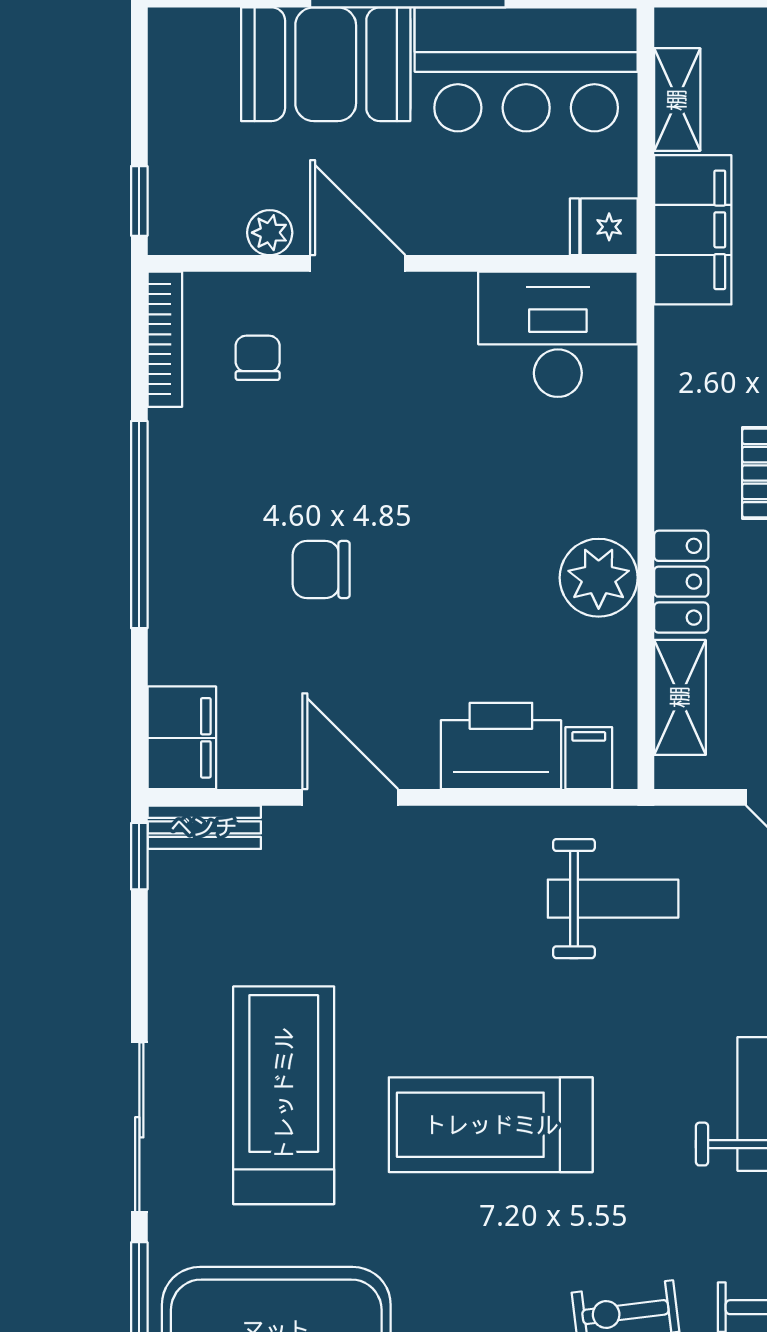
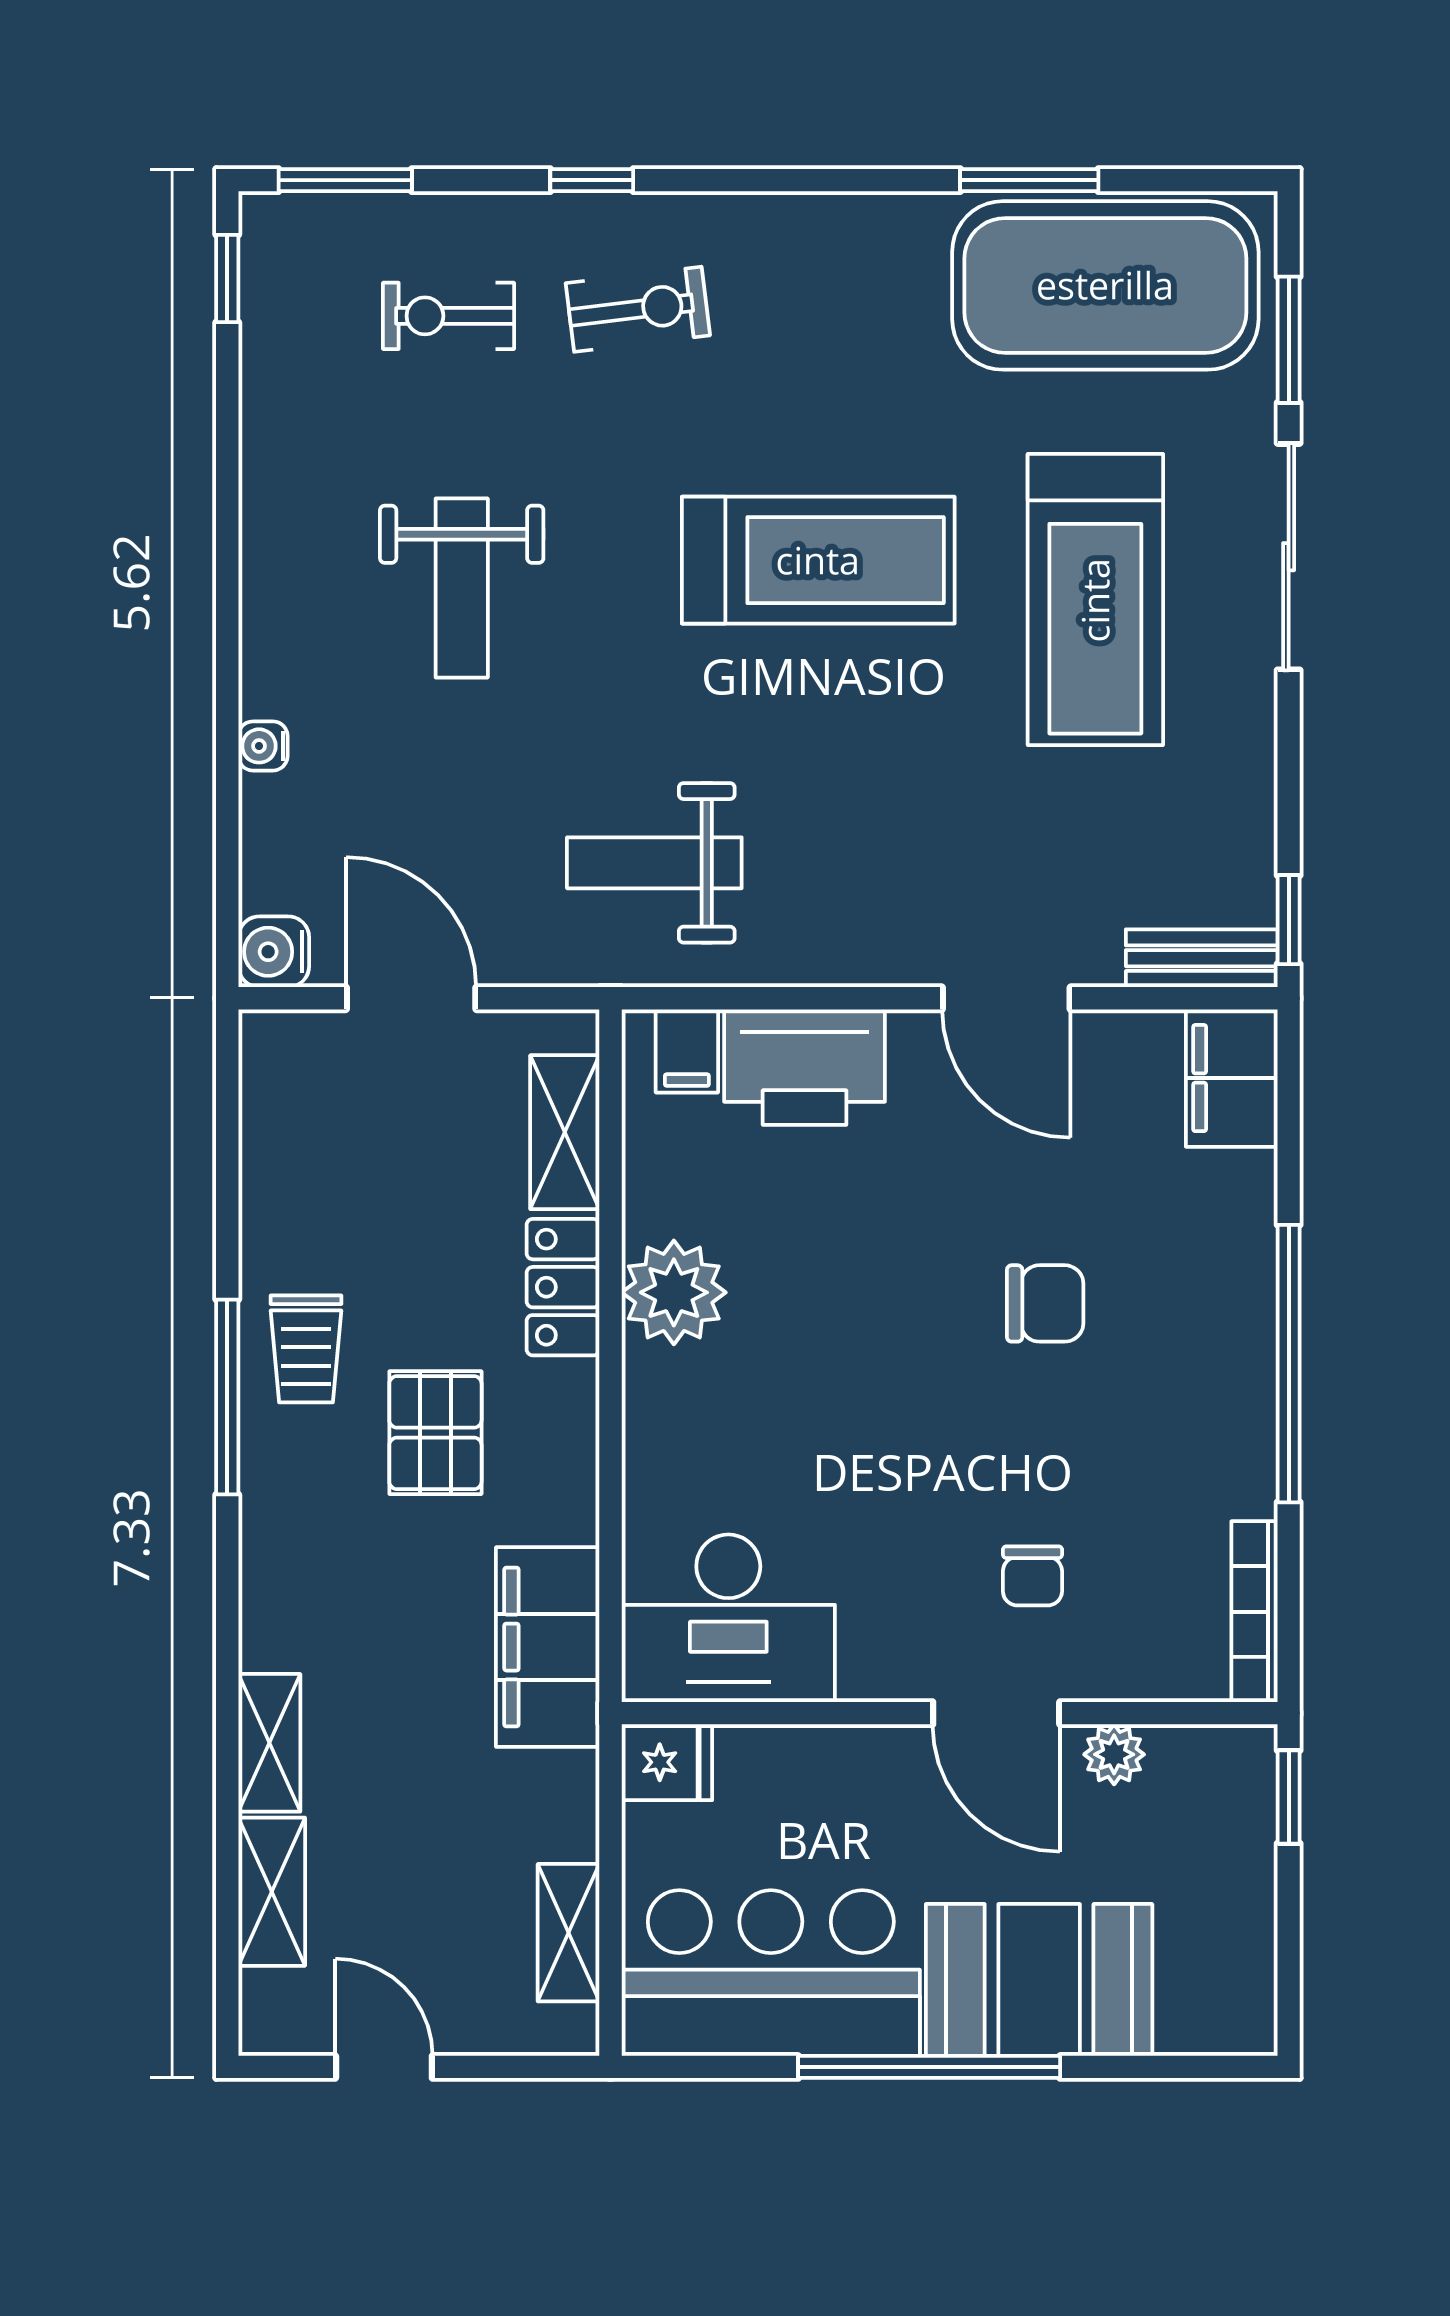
filing cabinet: (693, 230) -> (548, 1647), moved
chair: (258, 358) -> (1032, 1576), moved

